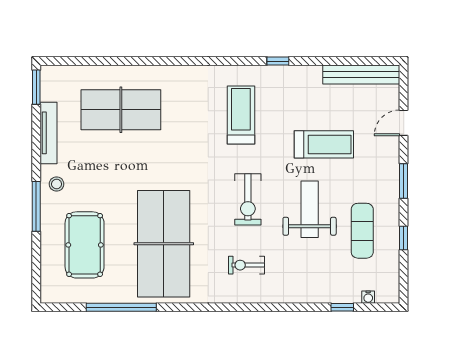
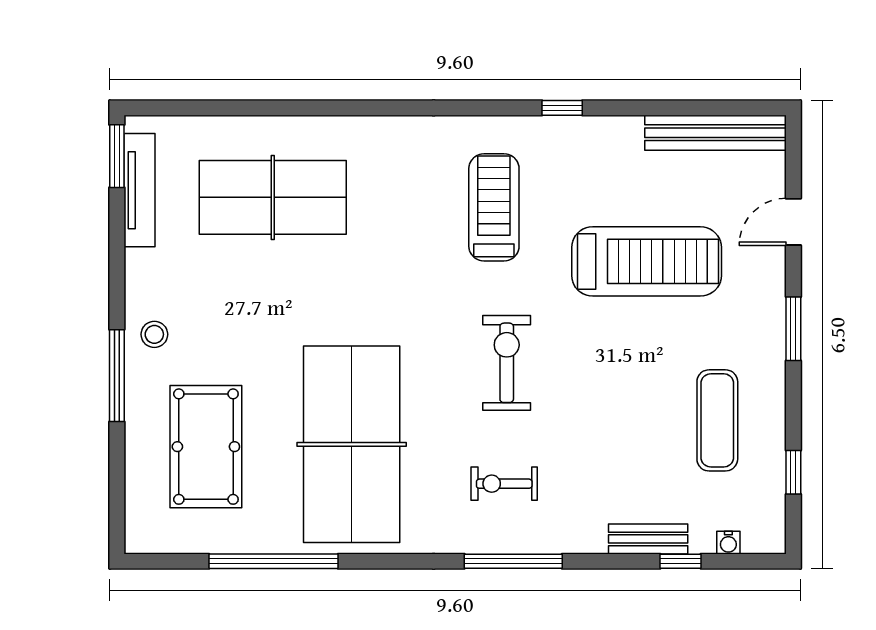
tv unit: (49, 133) -> (140, 190), moved
treadmill: (324, 144) -> (647, 261), width x1.37, depth x1.38
exercise bike: (248, 199) -> (507, 363), turned 180
weight bench: (310, 209) -> (620, 381), removed
window: (404, 238) -> (793, 472), moved
bench: (325, 295) -> (648, 539), added
window: (251, 307) -> (513, 561), added

